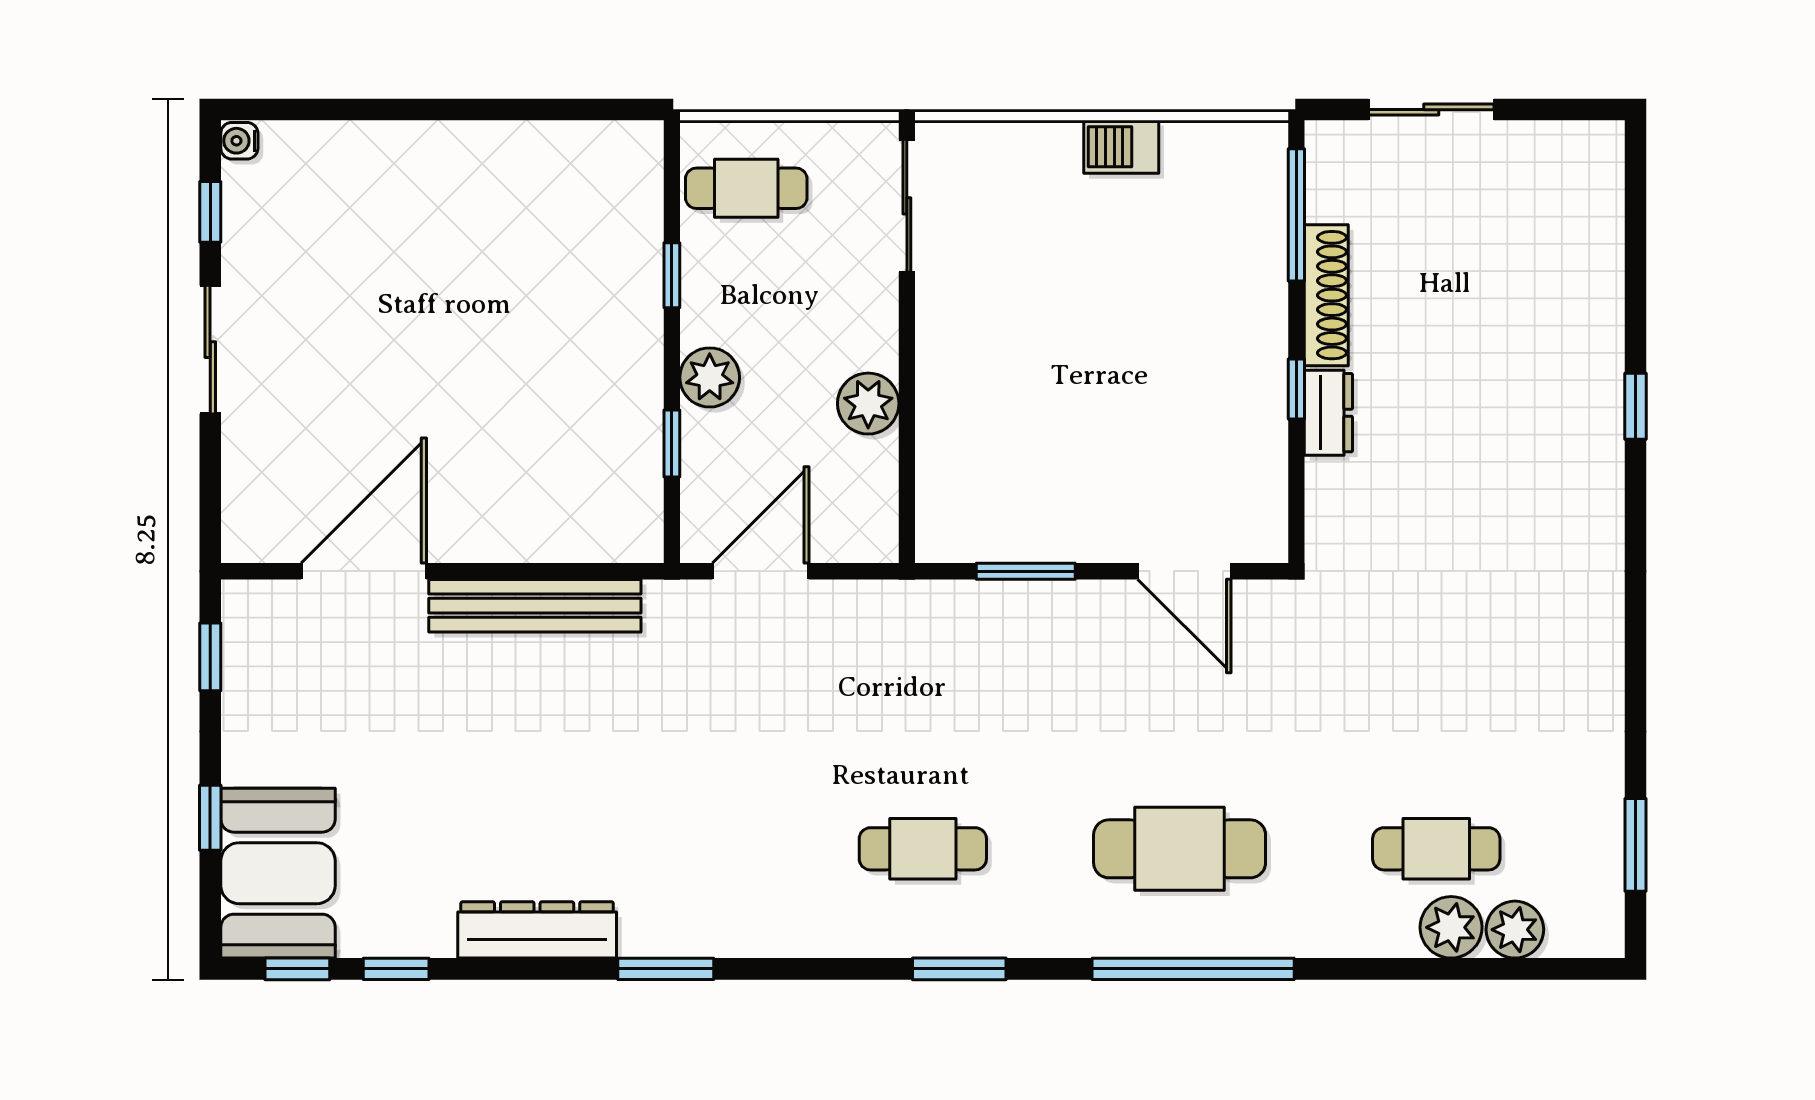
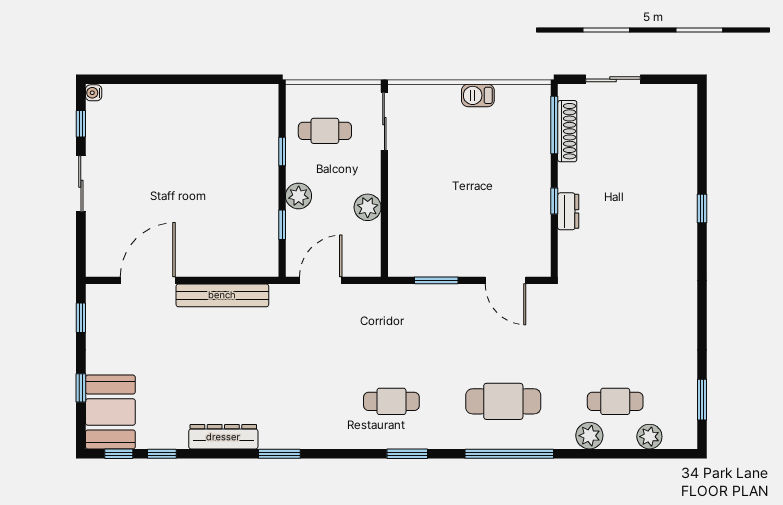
cafe table: (746, 188) -> (325, 131), moved
shoe rack: (1326, 295) -> (567, 131), moved
plant: (1451, 927) -> (589, 436), moved

